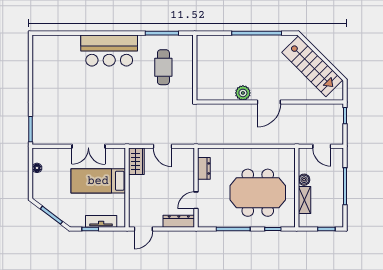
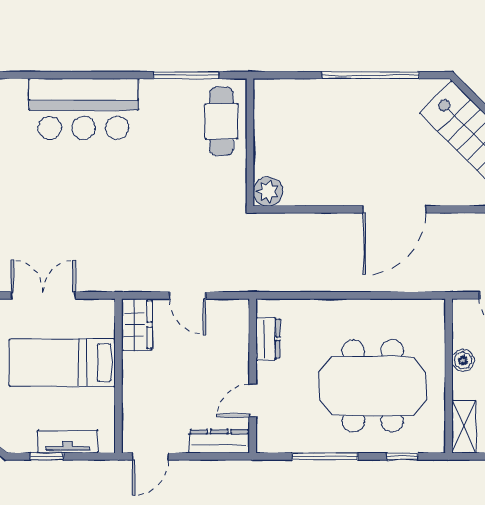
cafe table: (163, 67) -> (221, 121), moved
plant: (243, 93) -> (268, 192), moved
door: (269, 102) -> (394, 209), width x1.36
double door: (88, 146) -> (43, 295), swing flipped
shelving: (304, 200) -> (464, 427), moved

